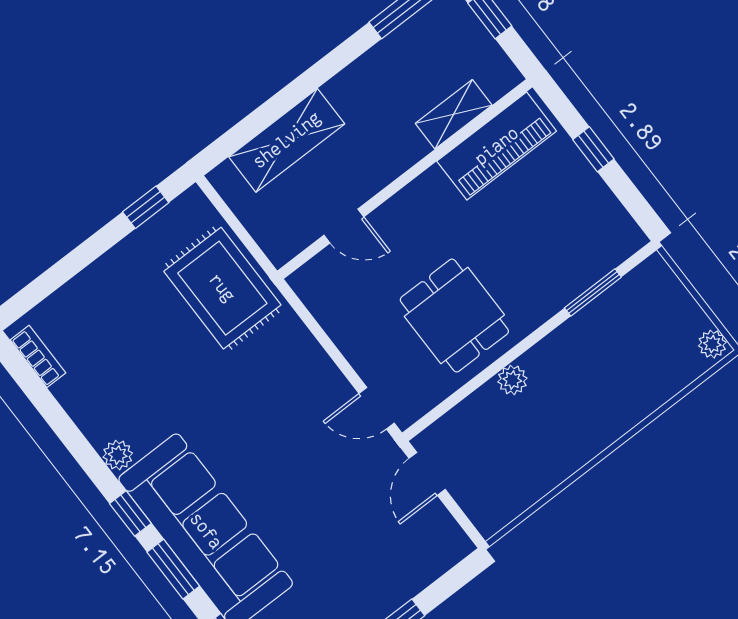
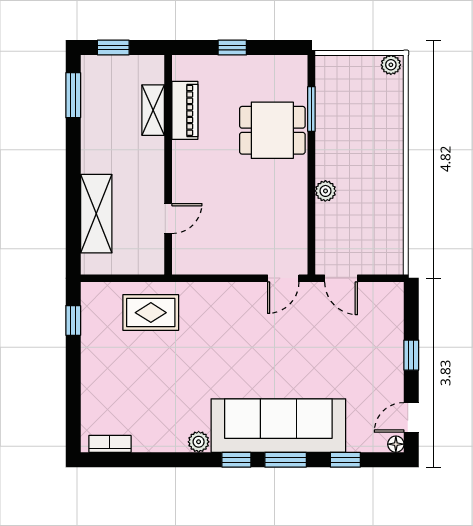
piano: (497, 146) -> (185, 110), width x0.73, depth x0.75
rug: (222, 288) -> (151, 313), width x0.73, depth x0.70
dining table: (454, 316) -> (272, 130), moved

